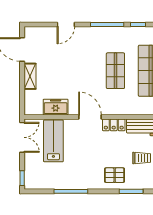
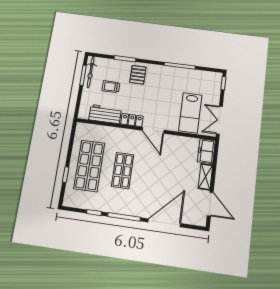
door: (66, 25) -> (164, 223), width x1.88
freezer: (56, 107) -> (206, 151), moved, turned 90
pallet: (115, 175) -> (138, 75), turned 90

